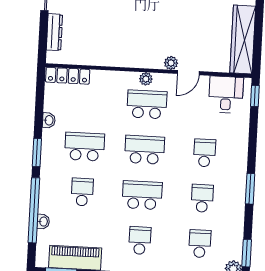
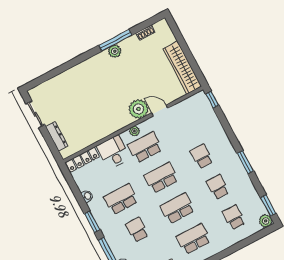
plant: (171, 63) -> (138, 109), width x1.88, depth x1.88
door: (188, 73) -> (160, 110), swing flipped
desk: (226, 95) -> (113, 152), moved
school desk: (140, 240) -> (194, 239), width x1.85

